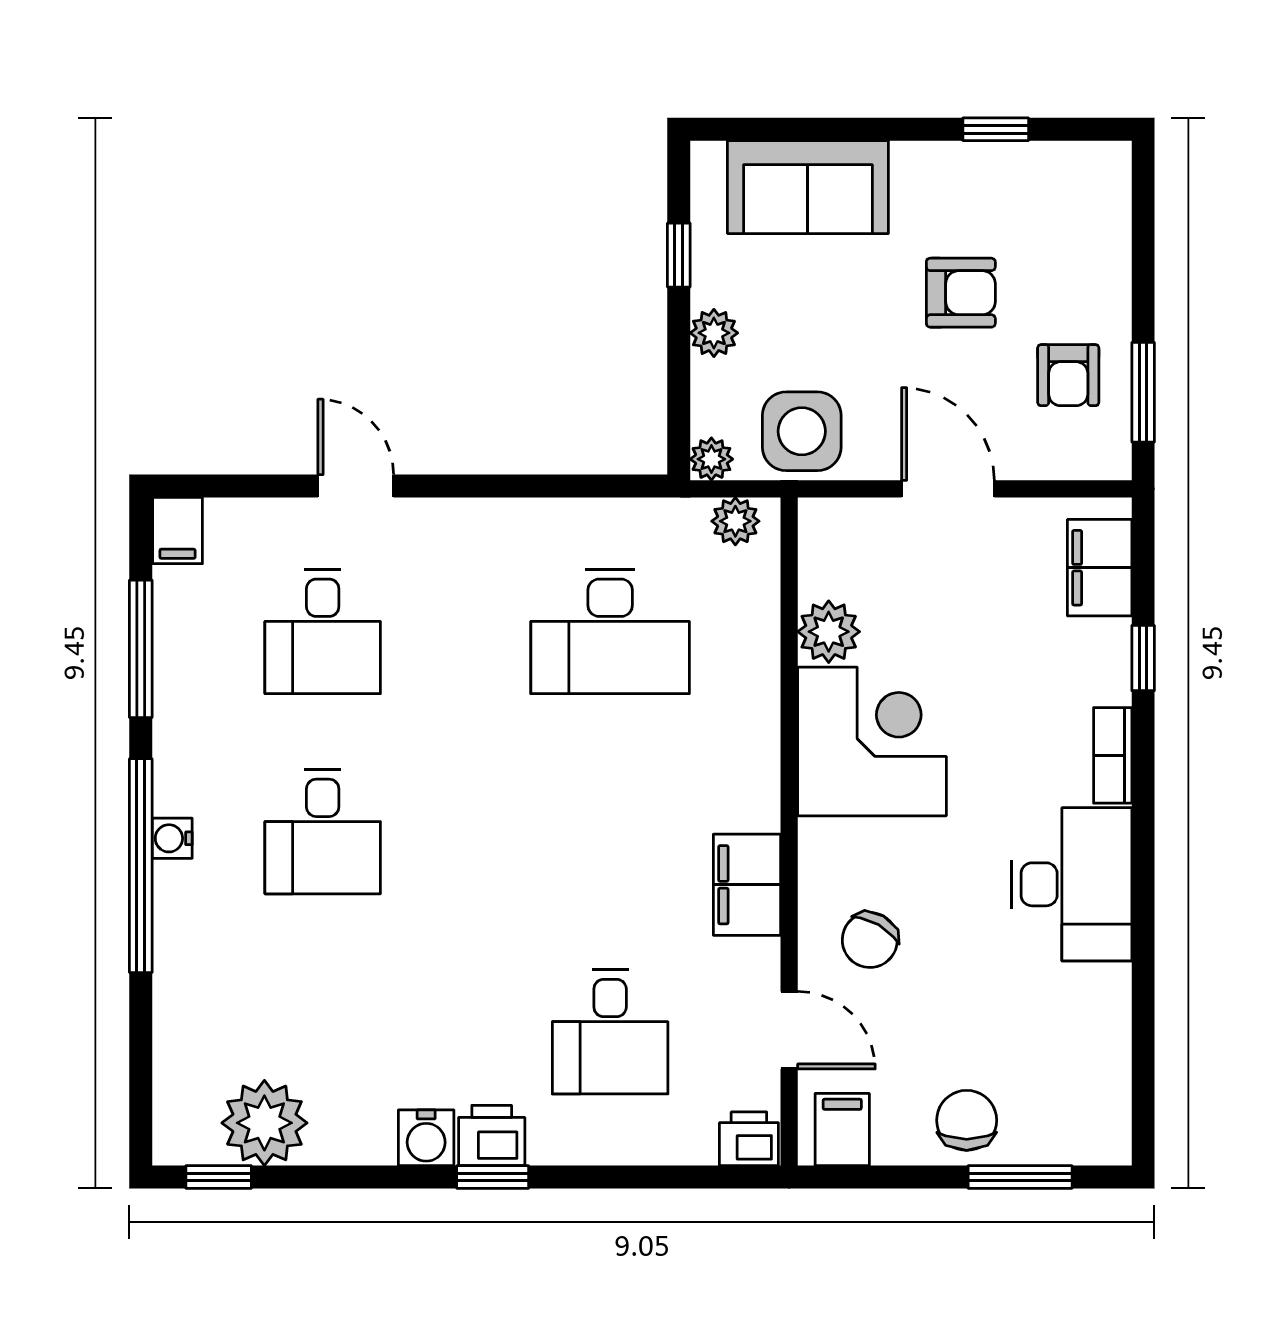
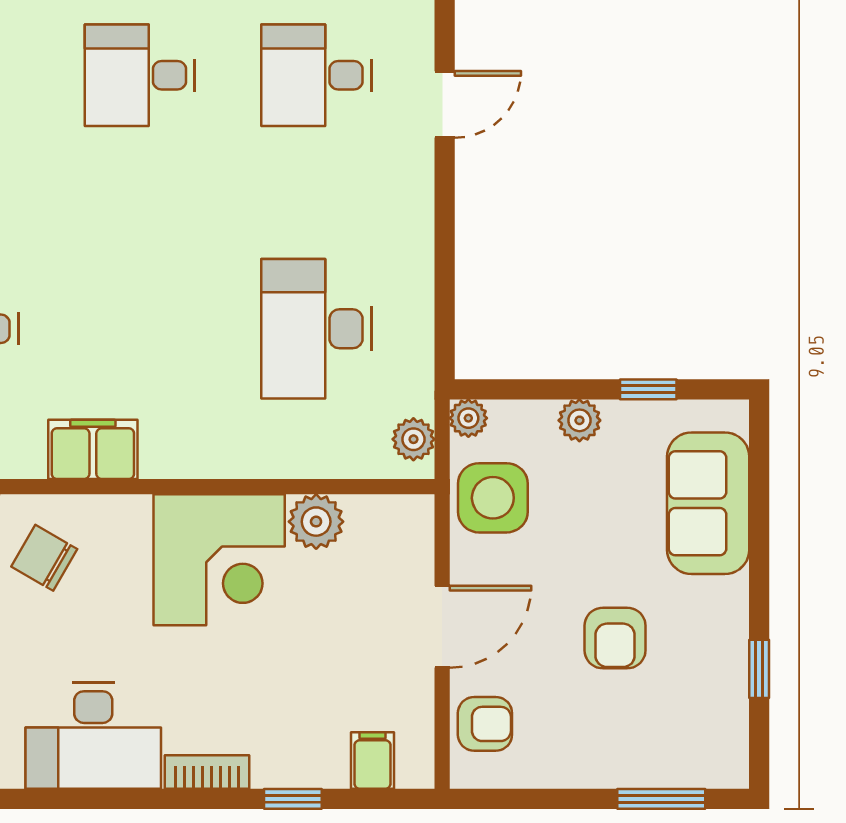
armchair: (1068, 375) -> (485, 724), moved, turned 180
window: (1143, 392) -> (661, 799), moved
filing cabinet: (1100, 568) -> (372, 760), width x0.50

